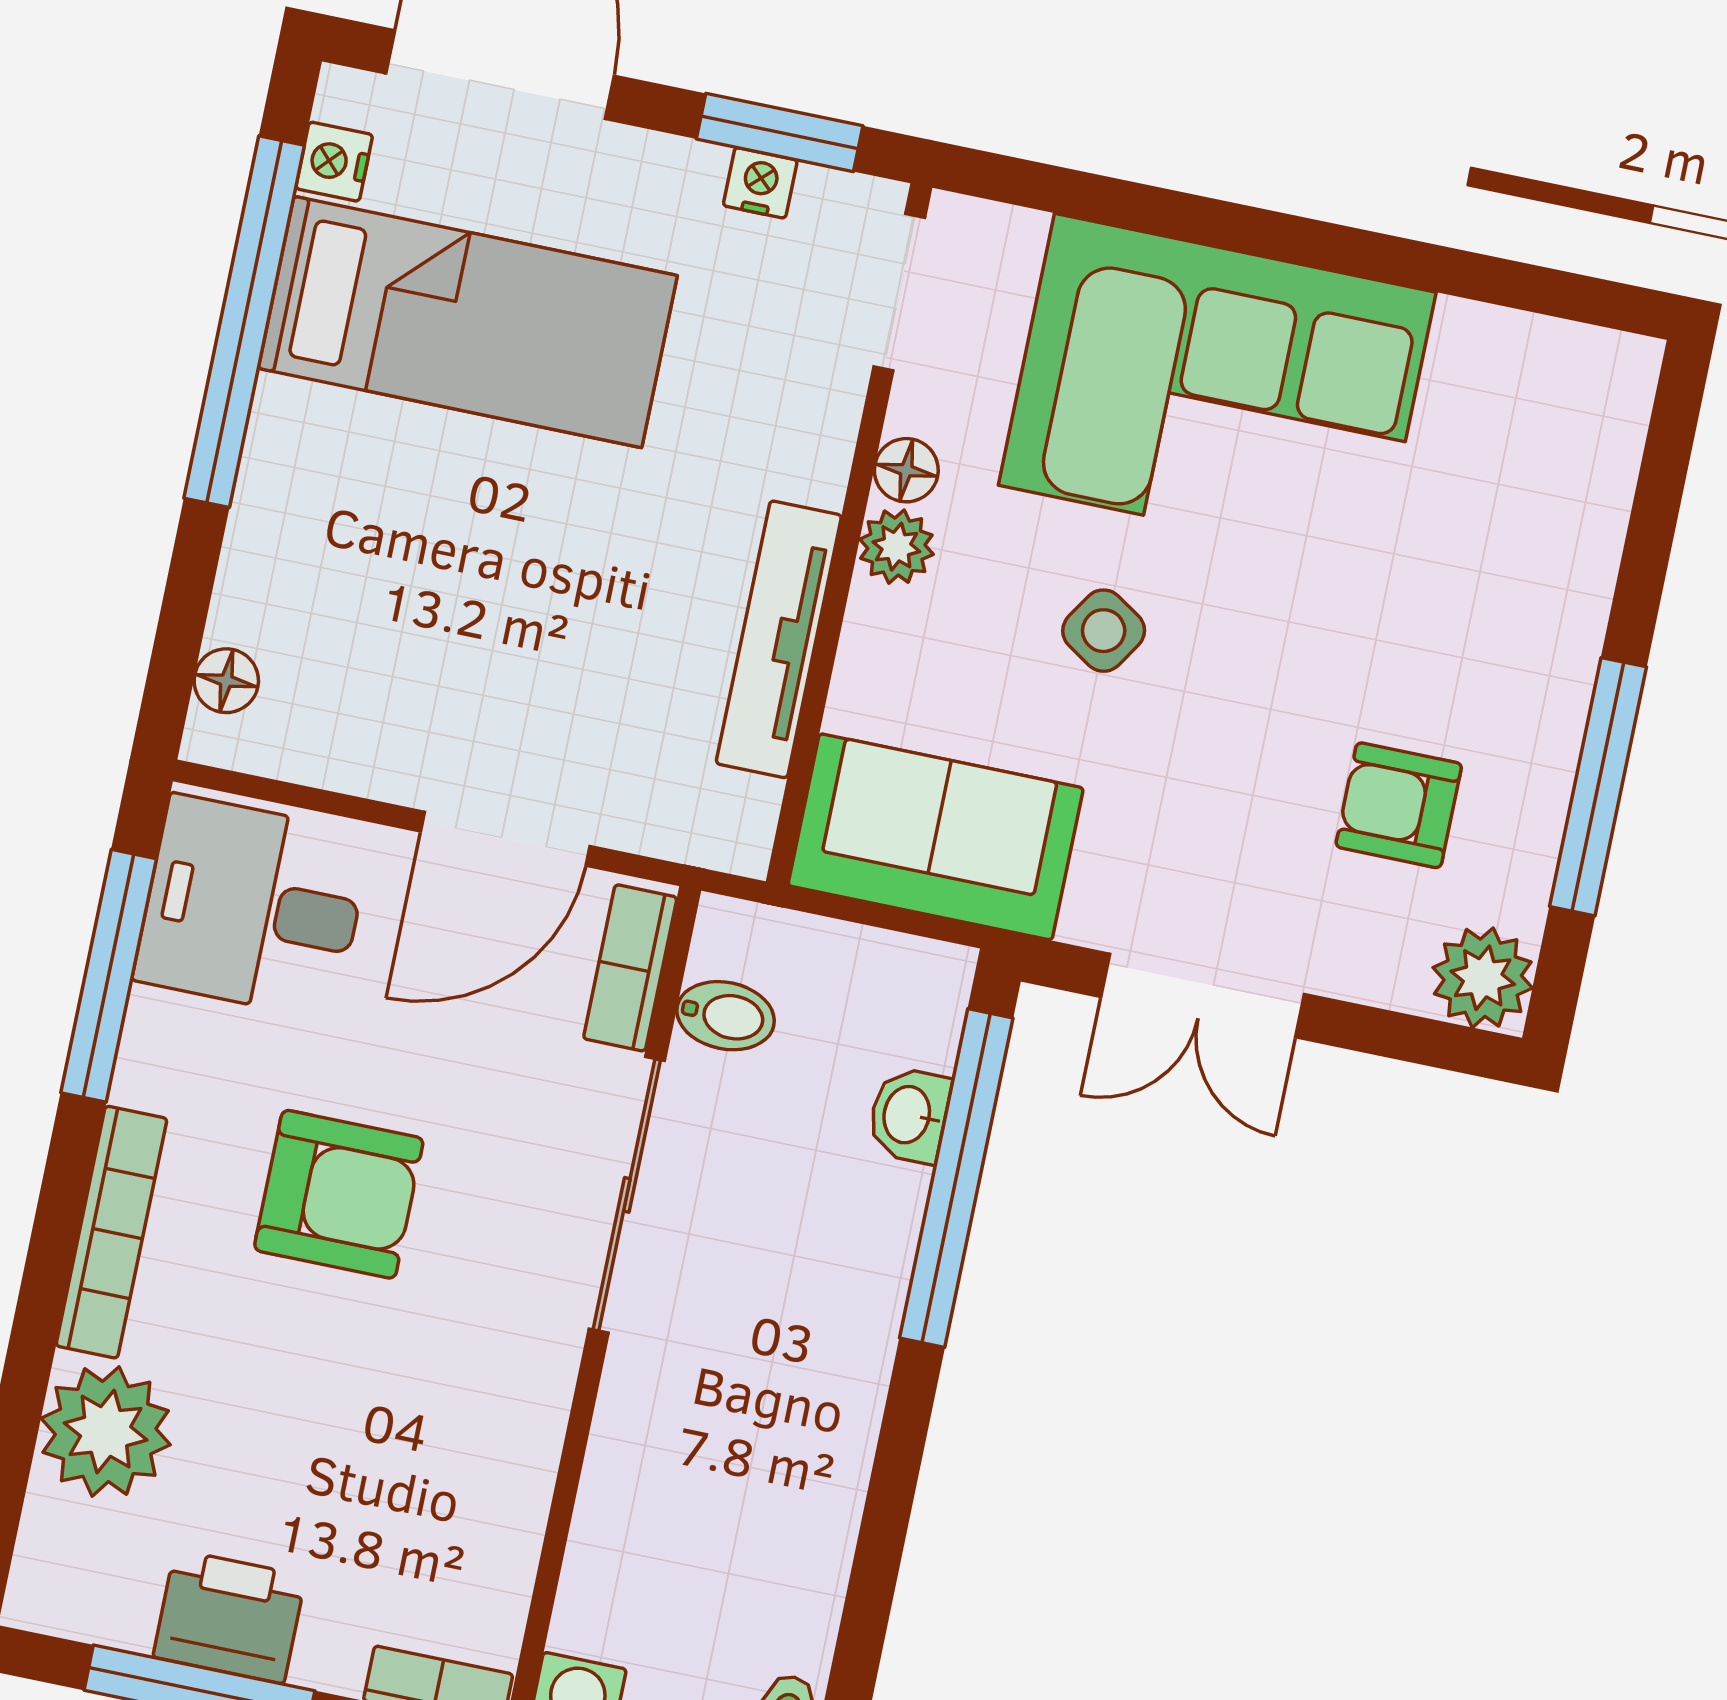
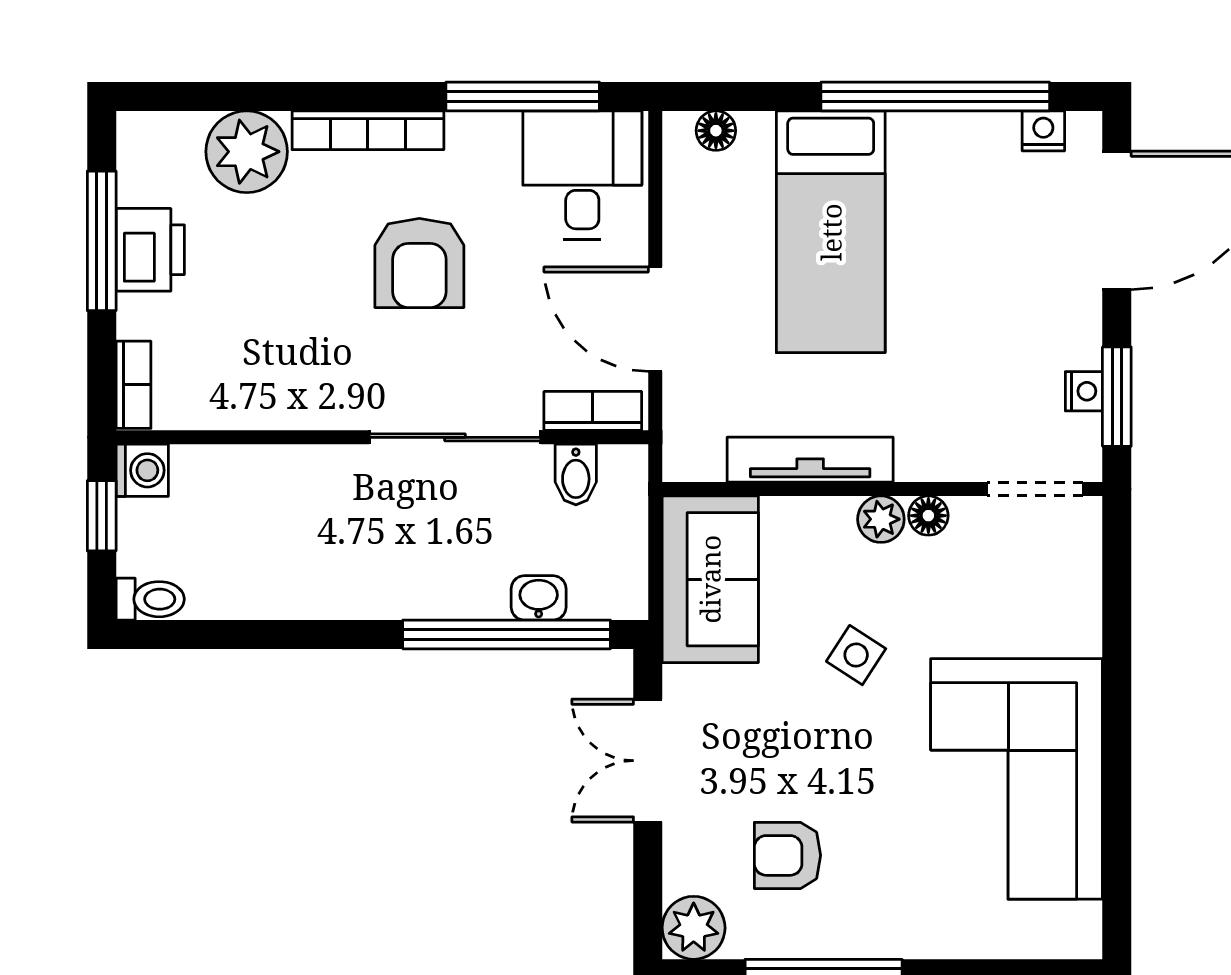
bed: (468, 322) -> (831, 232), moved
corner sofa: (1217, 389) -> (1017, 779), moved
armchair: (1399, 805) -> (787, 855), turned -90

